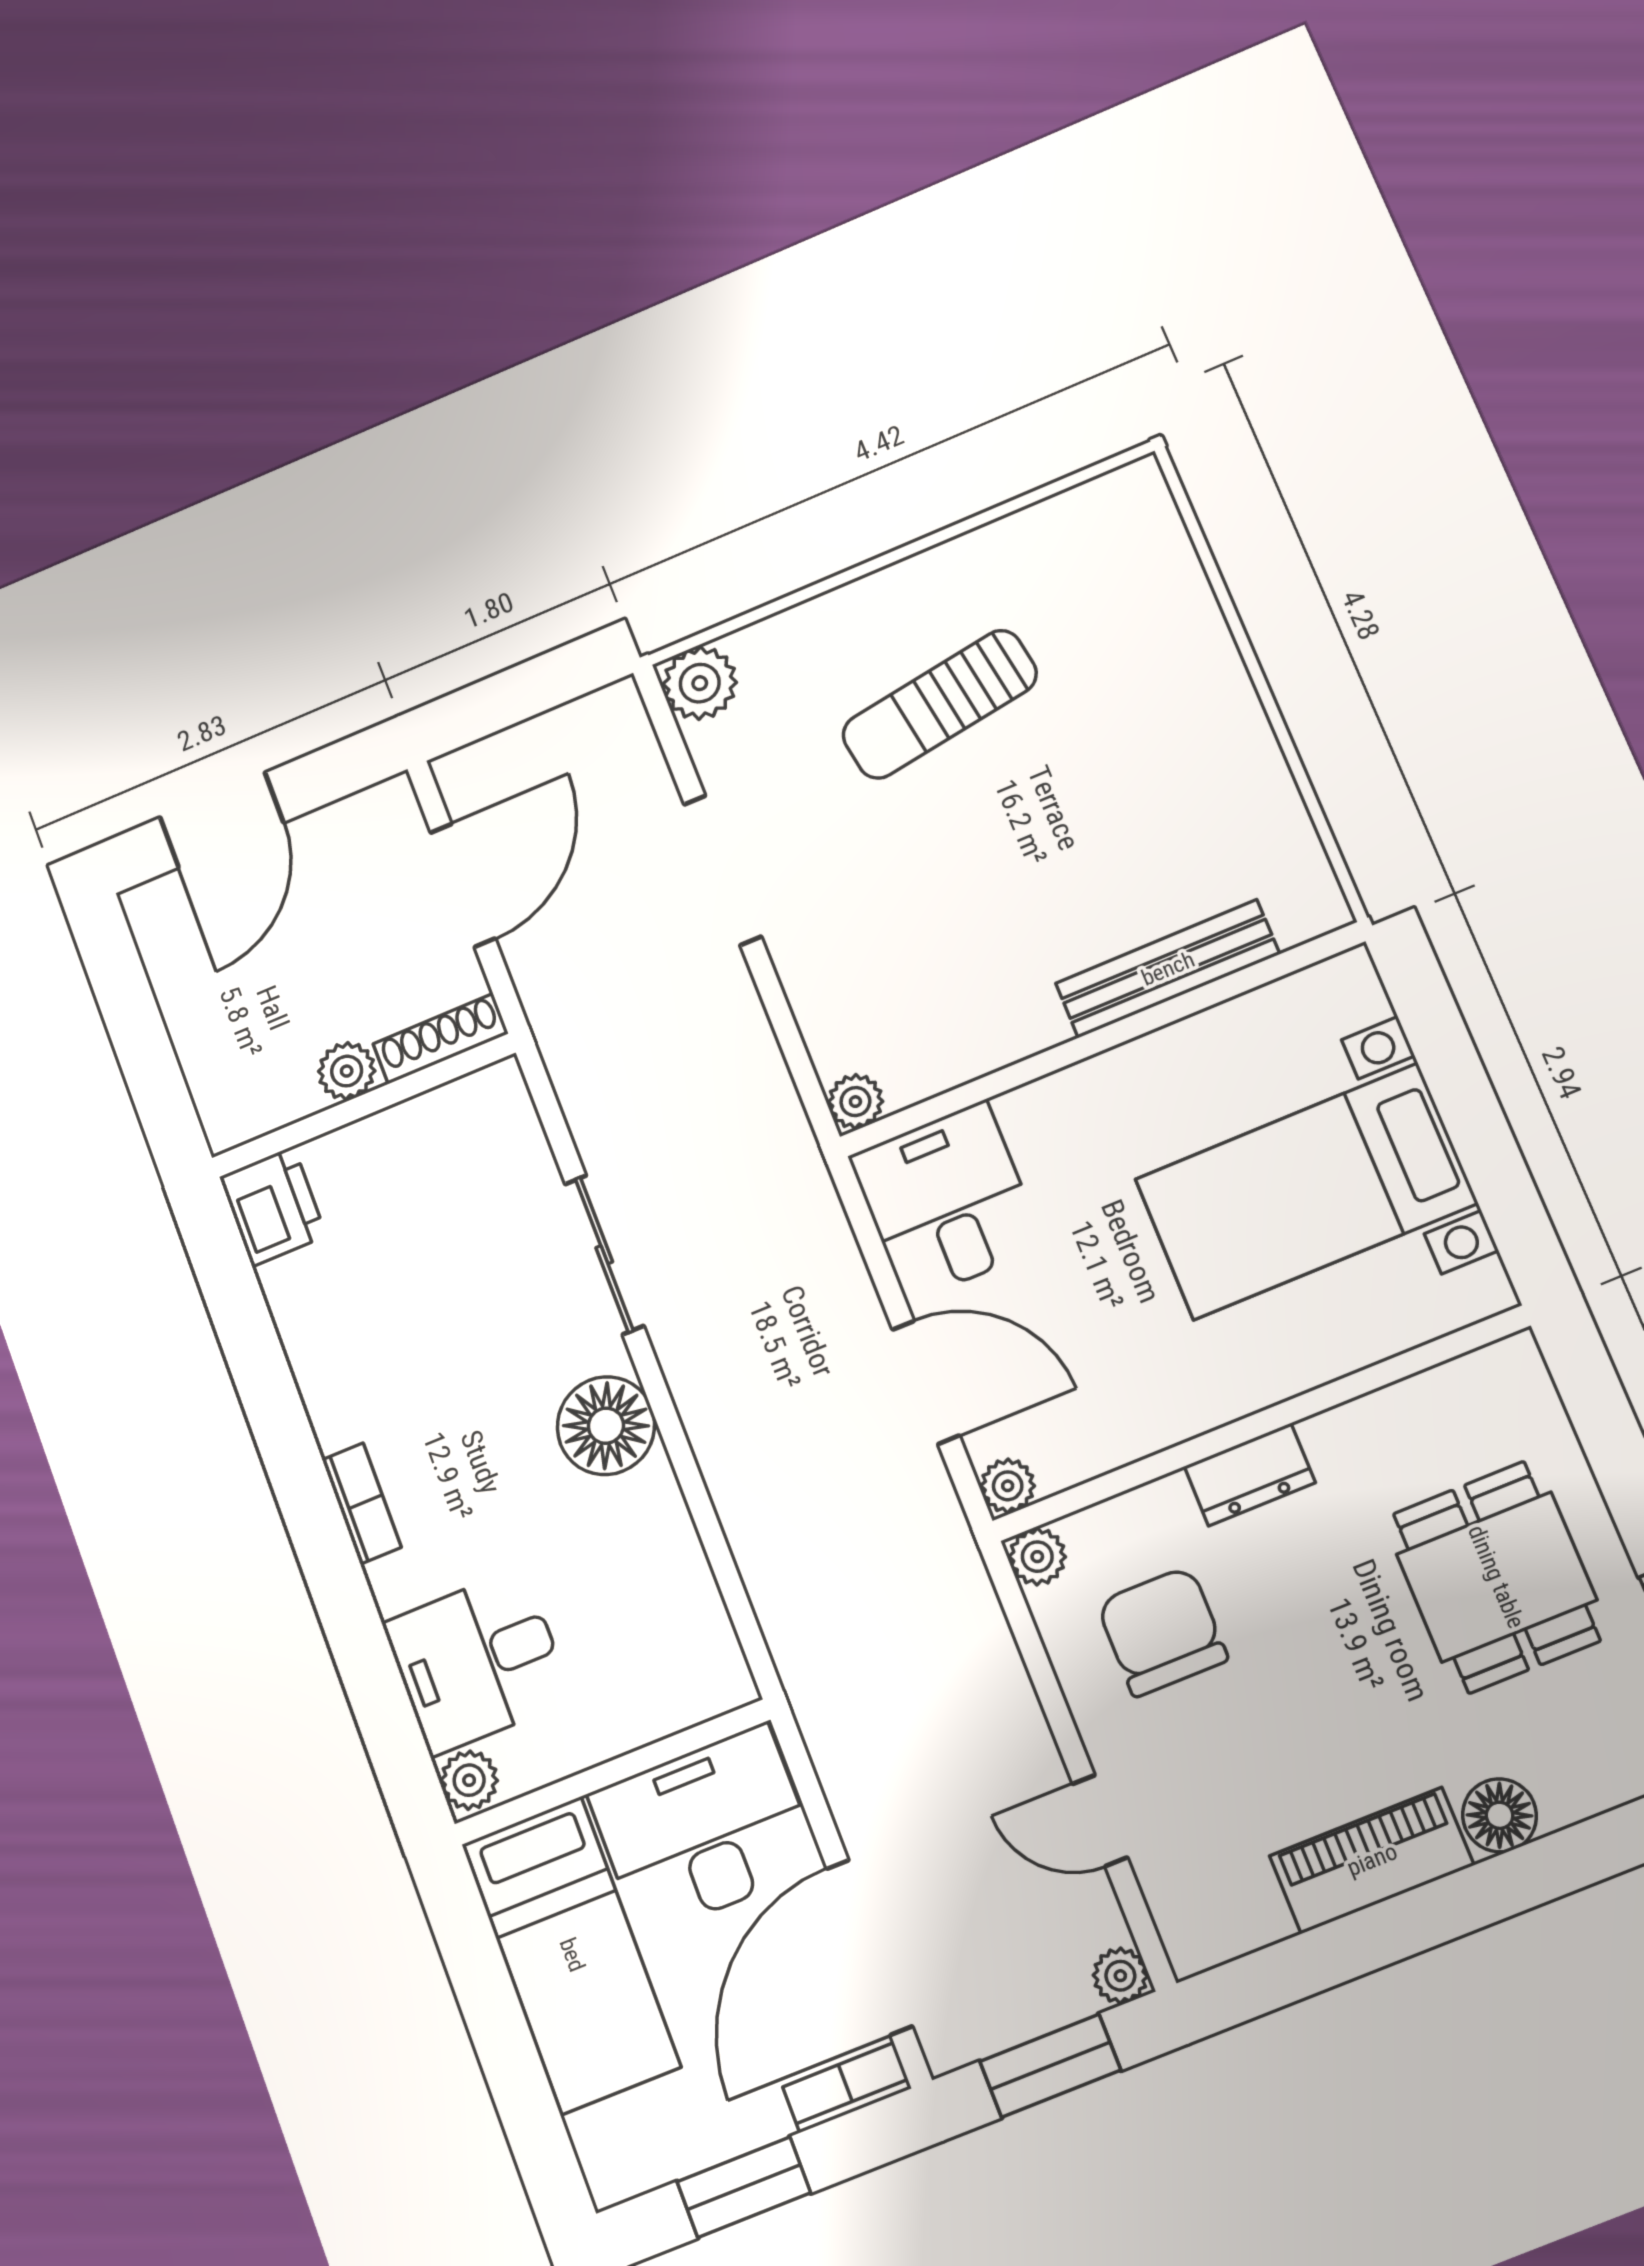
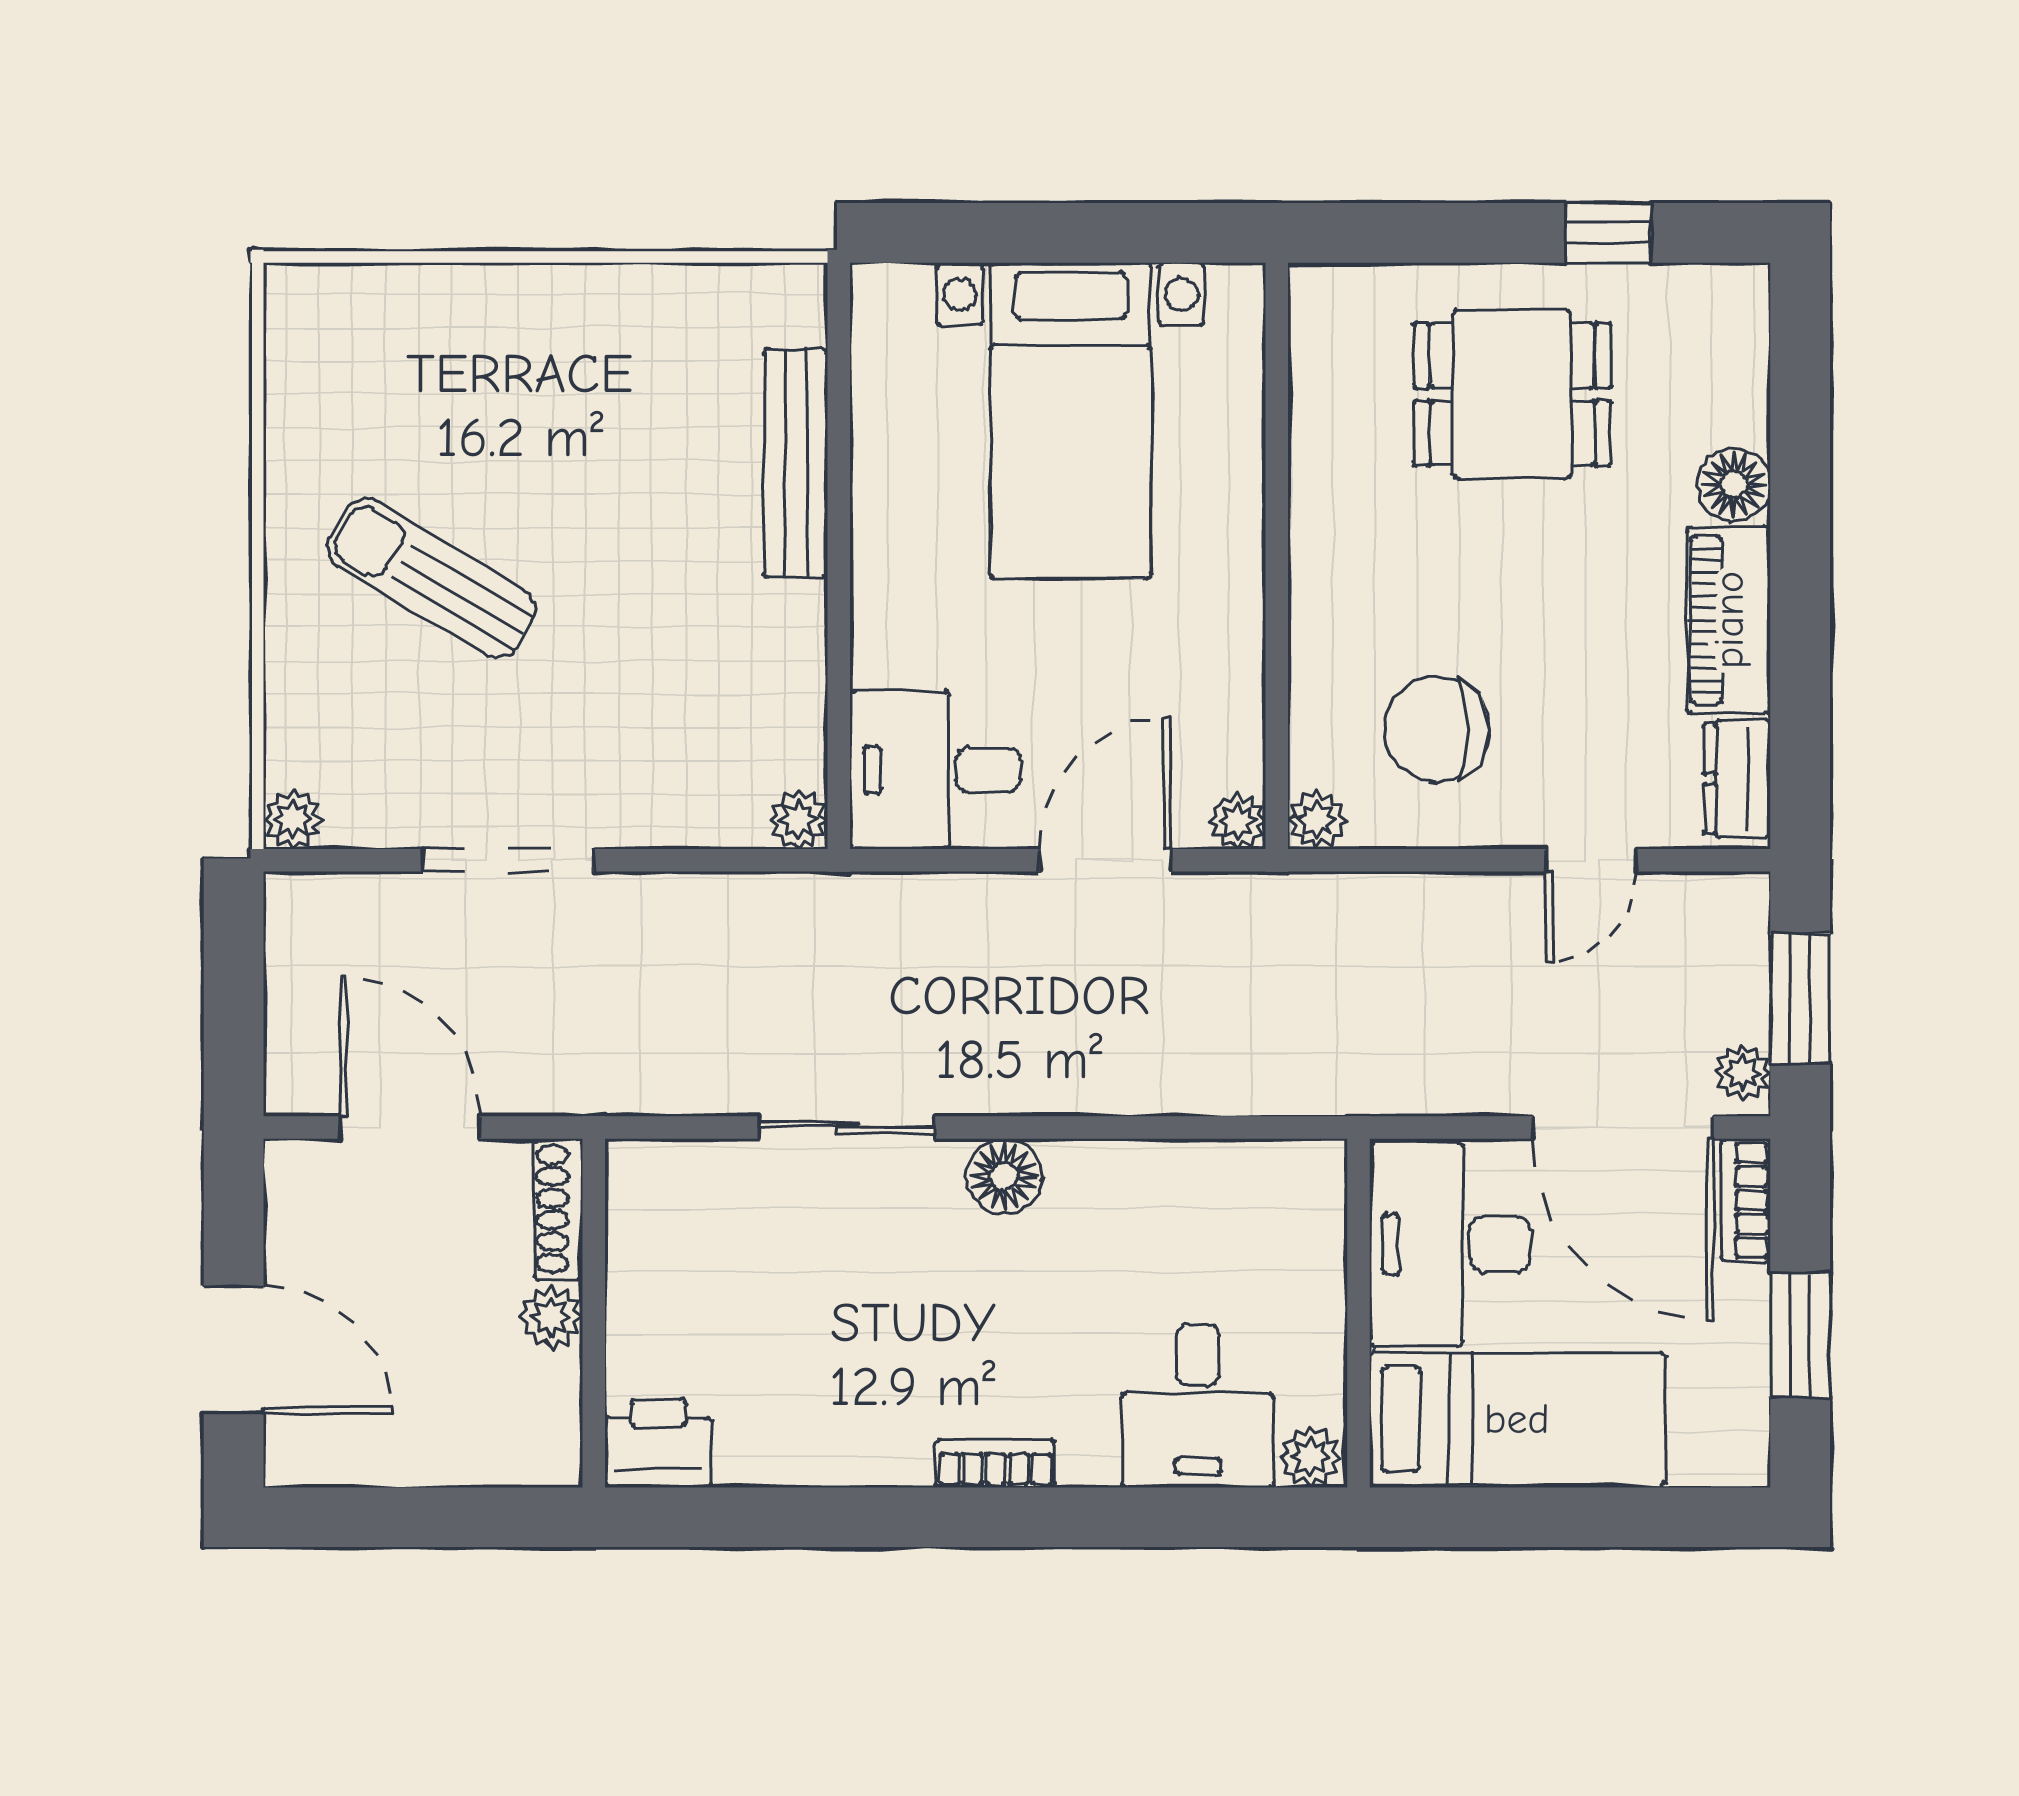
plant: (700, 683) -> (293, 820), width x0.73, depth x0.73
sun lounger: (940, 704) -> (431, 578), turned 130
floor lamp: (606, 1426) -> (1004, 1176), width x0.73, depth x0.73
dresser: (1250, 1474) -> (1737, 779), moved, turned 180
plant: (1120, 1976) -> (1743, 1073), moved

